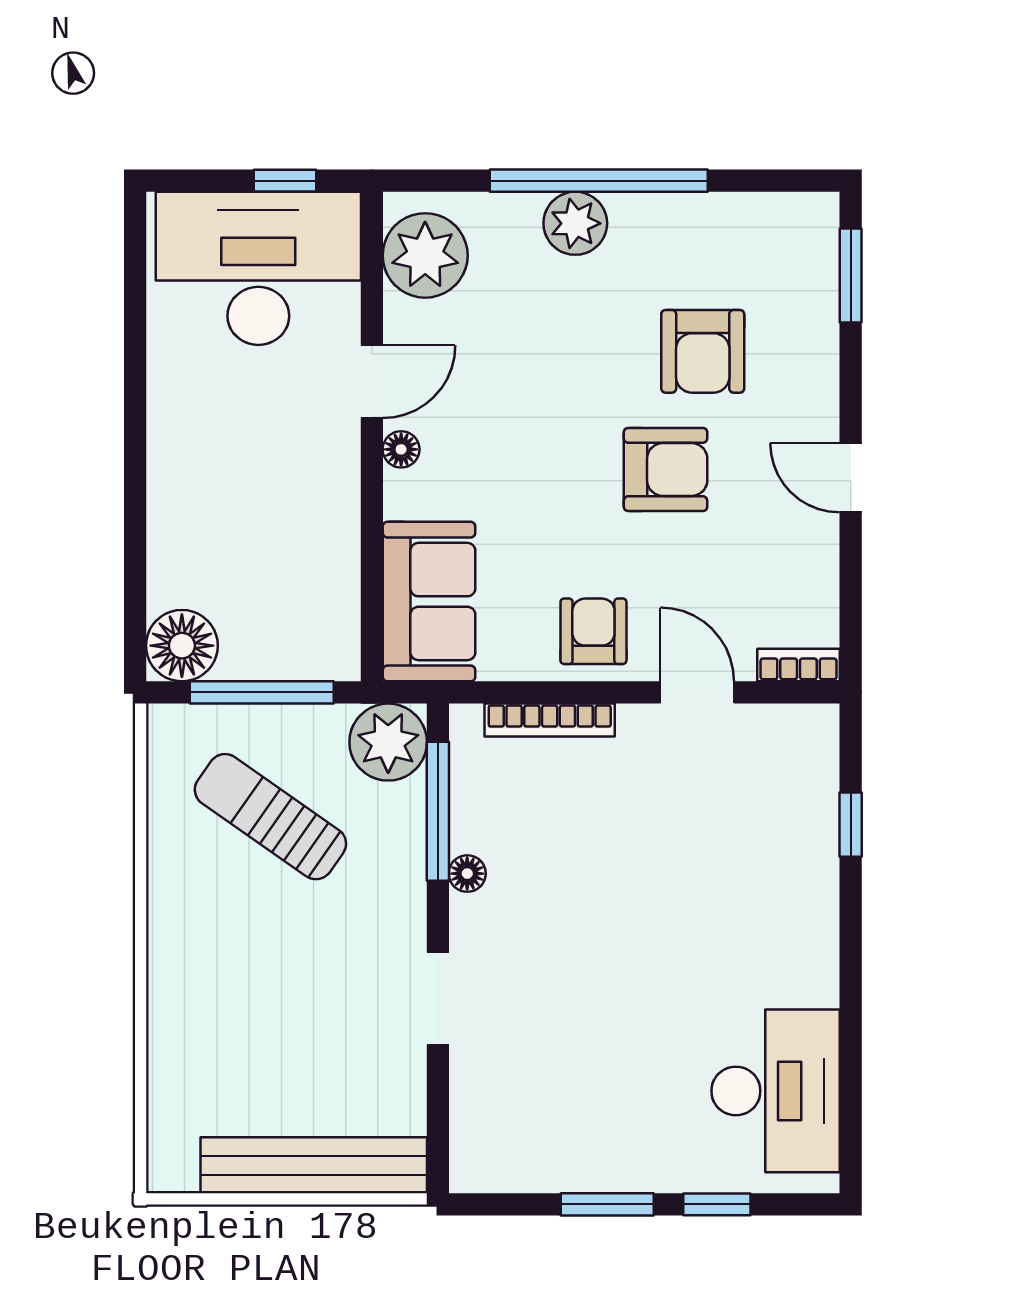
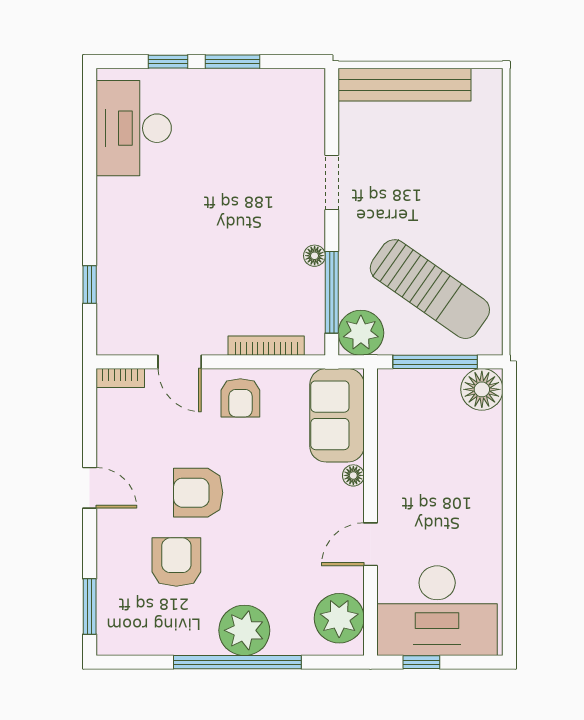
plant: (575, 223) -> (244, 630), width x1.36, depth x1.36
floor lamp: (401, 449) -> (353, 475), moved
sun lounger: (270, 817) -> (430, 289), width x1.36, depth x1.34

